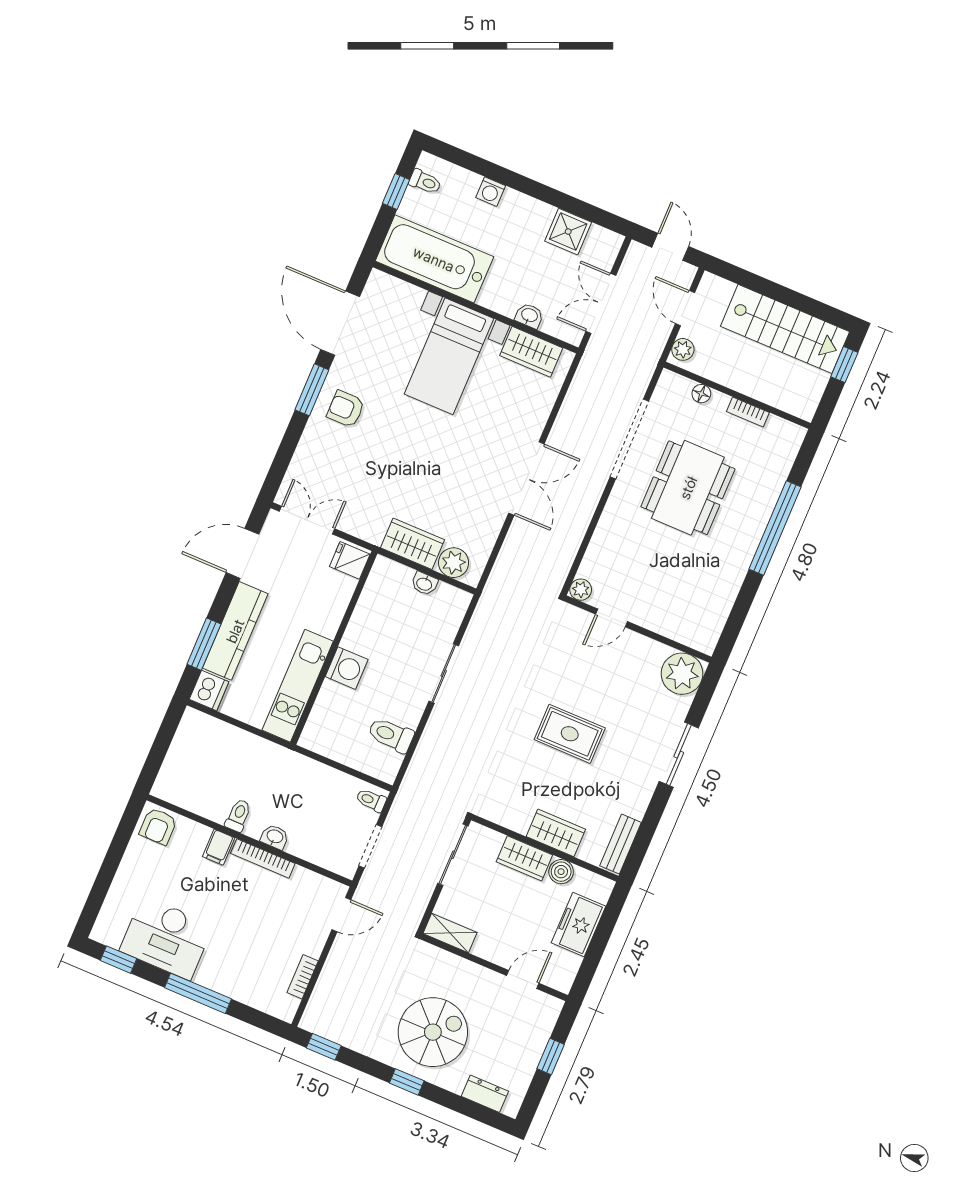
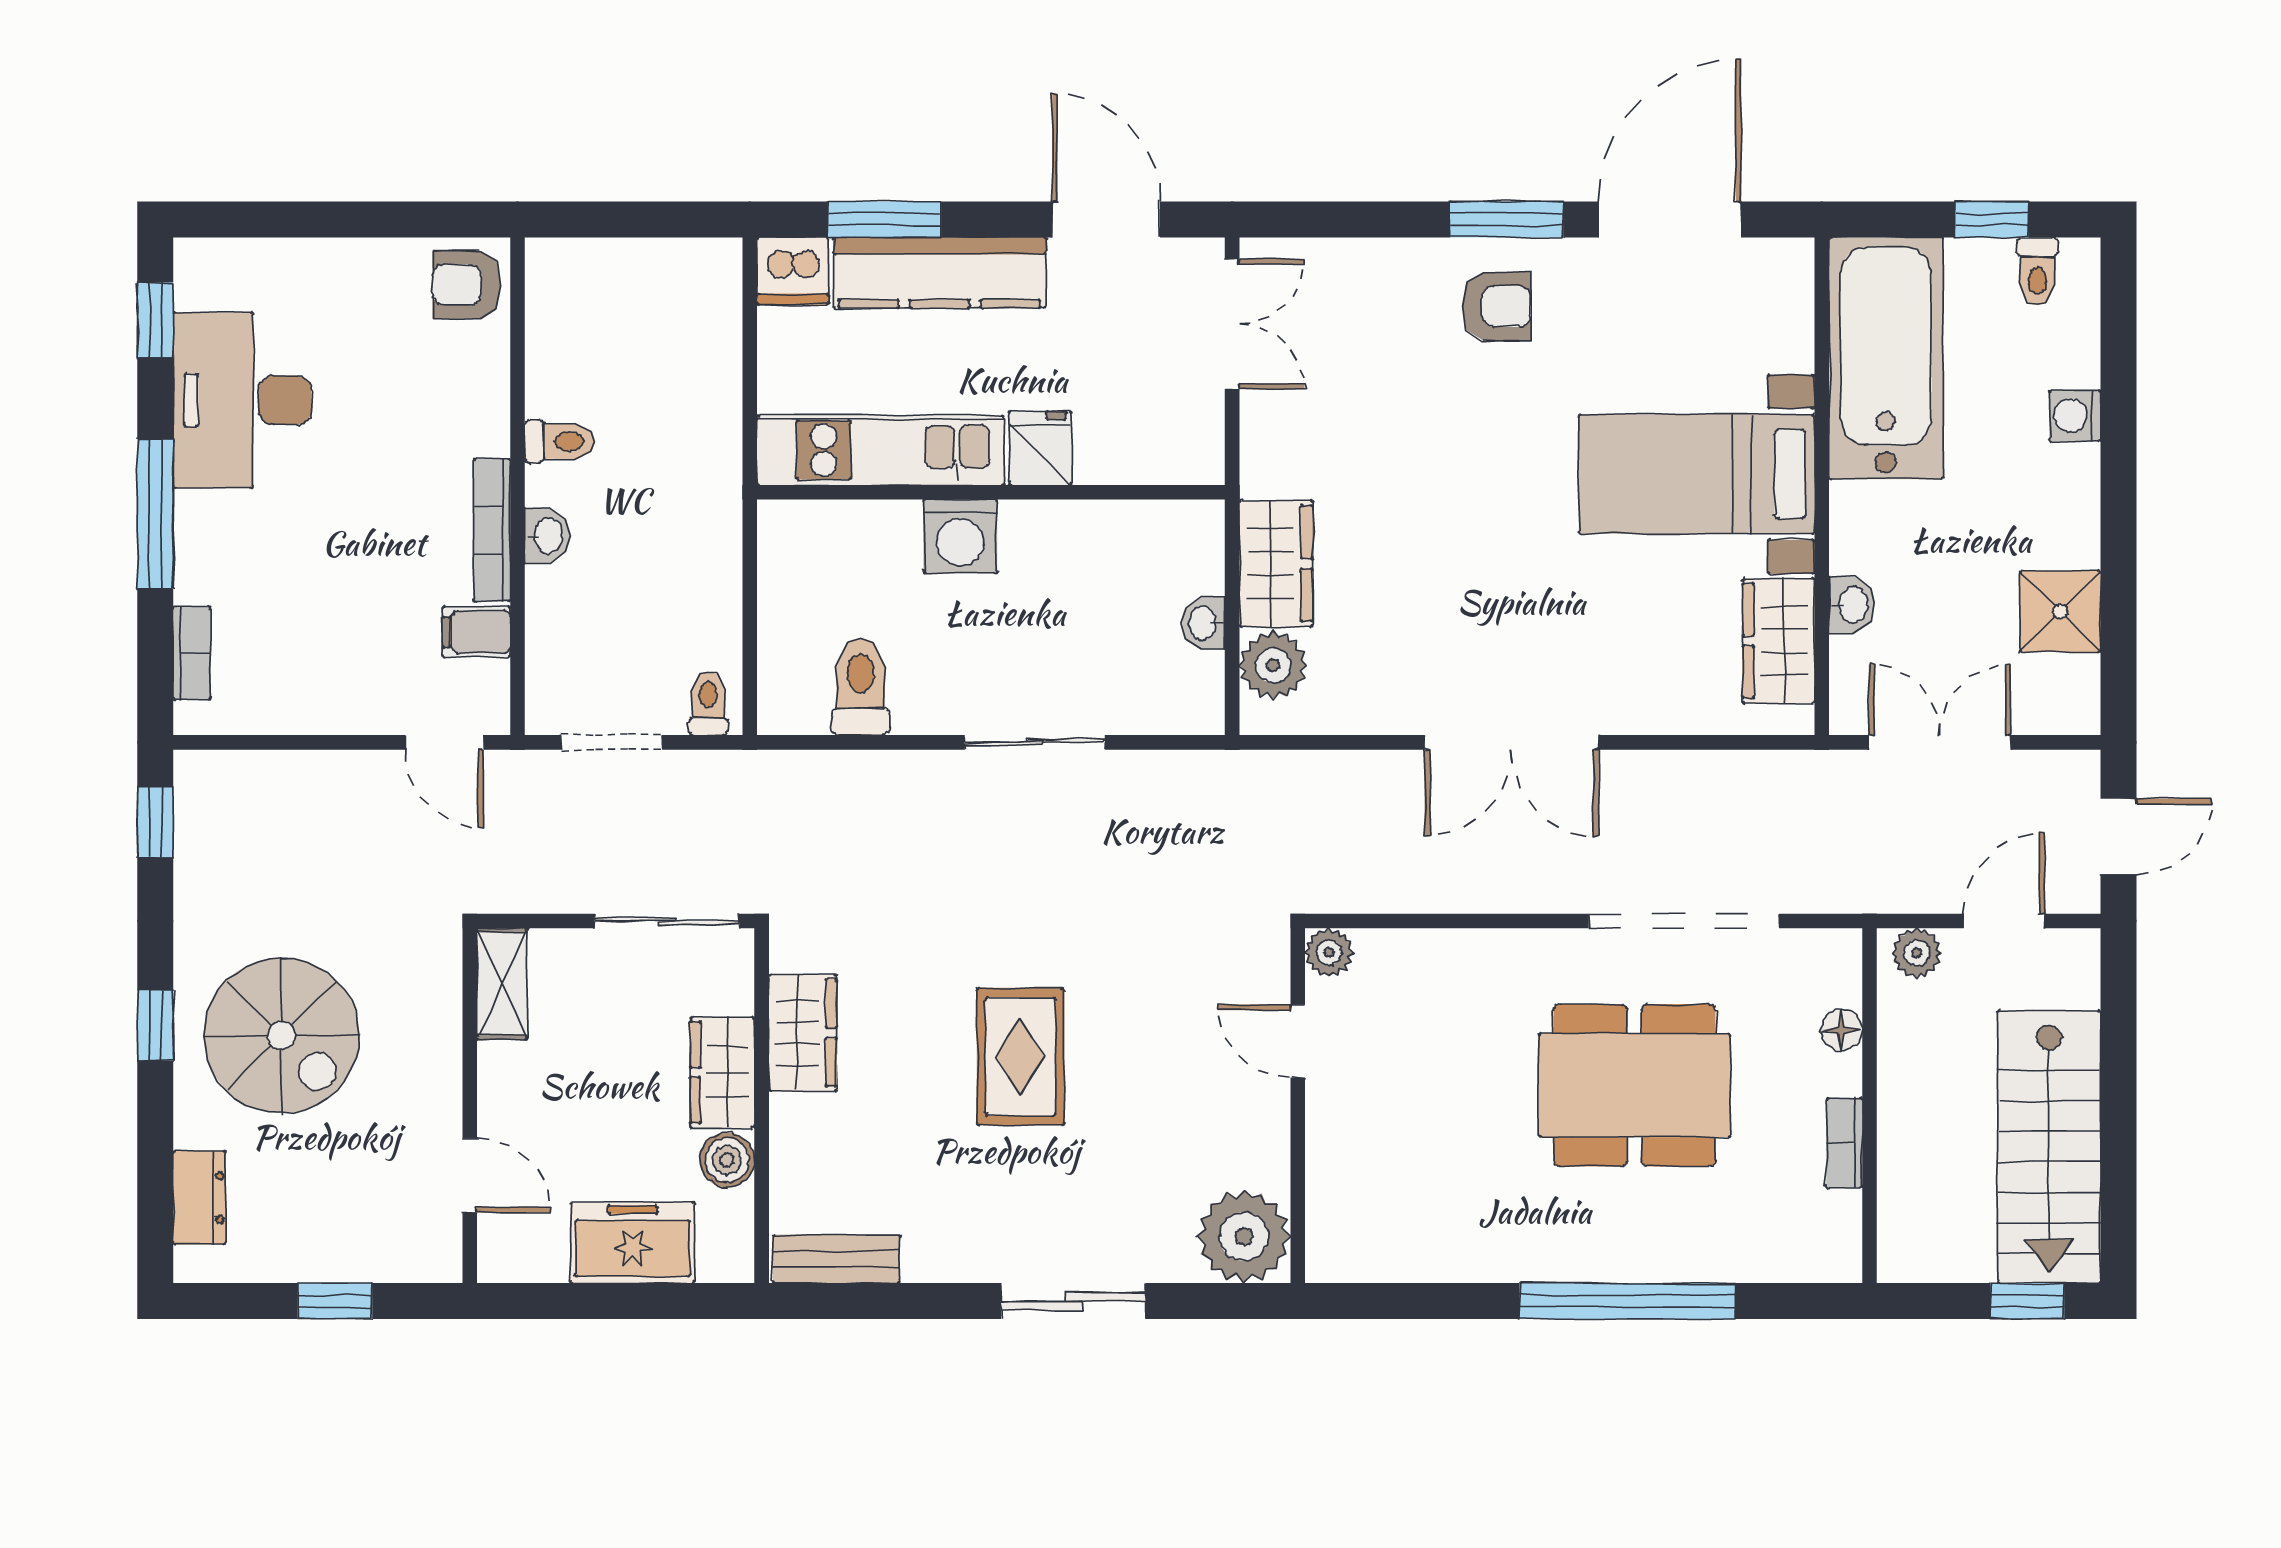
armchair: (346, 409) -> (1497, 306), turned 90
fridge: (350, 560) -> (1040, 448), moved
wardrobe: (556, 833) -> (803, 1033), moved
filing cabinet: (219, 847) -> (476, 632), moved
bookcase: (303, 977) -> (192, 653), moved, turned 90

